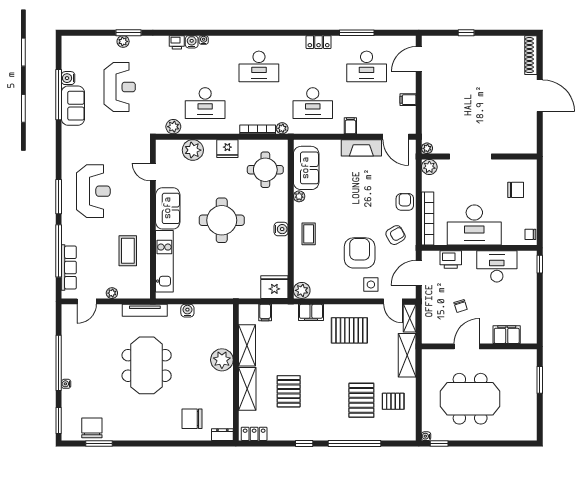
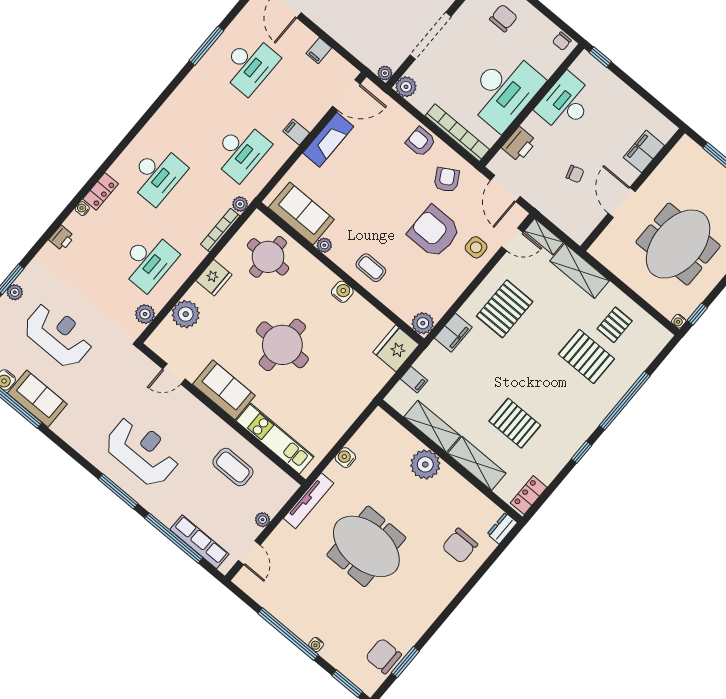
water cooler: (192, 42) -> (74, 222), removed
locker: (319, 42) -> (101, 191), moved

